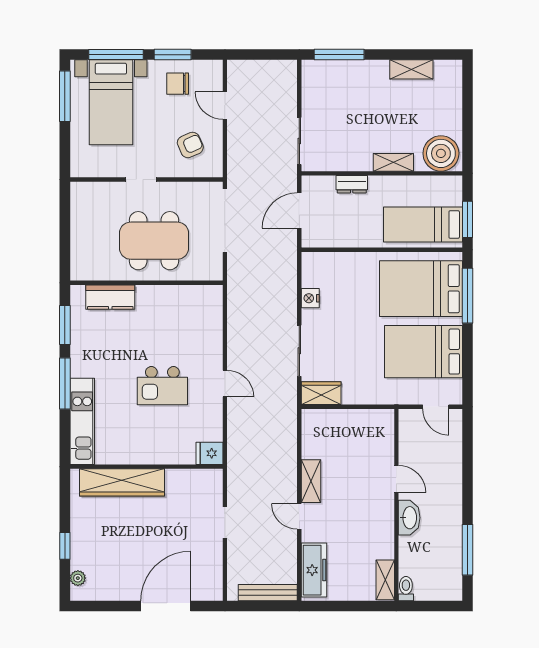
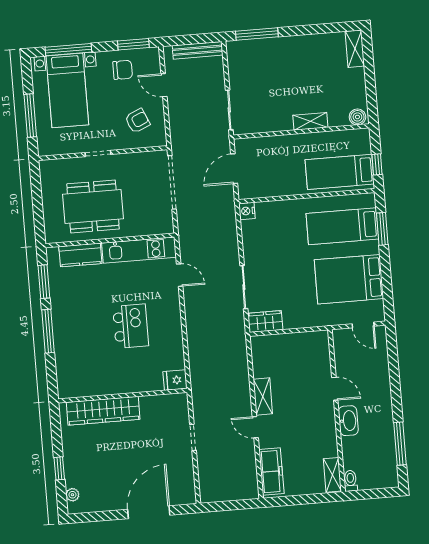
window: (173, 55) -> (133, 44), moved
shelving: (411, 69) -> (355, 49), moved, turned 90
chair: (178, 84) -> (123, 70), turned 180
window: (65, 96) -> (30, 116), moved
boiler: (441, 153) -> (357, 117), width x0.54, depth x0.54
dresser: (352, 184) -> (277, 143), removed
window: (468, 219) -> (377, 164), width x0.67
dining table: (154, 241) -> (93, 206), moved
bed: (421, 289) -> (342, 226), width x0.67
window: (468, 296) -> (382, 229), width x0.69
nightstand: (310, 298) -> (247, 211), moved
door: (225, 384) -> (180, 275), moved
kitchen island: (162, 386) -> (131, 326), turned -90
kitchen unit: (82, 421) -> (139, 250), moved, turned 90
bench: (268, 593) -> (198, 50), moved

